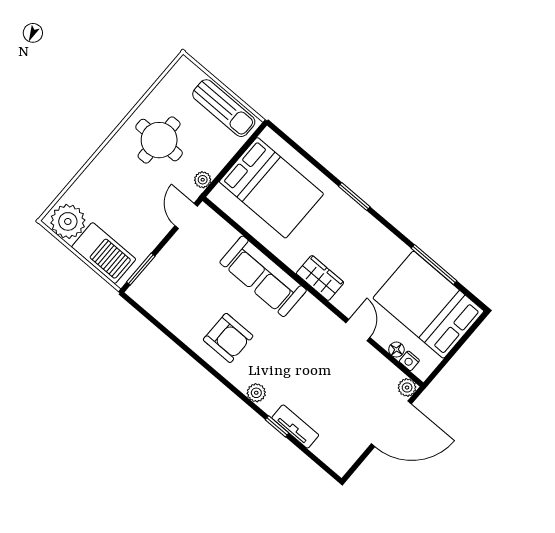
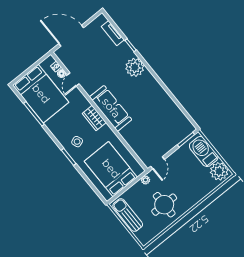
side table: (344, 228) -> (77, 142), added
sofa: (263, 276) -> (111, 108), moved
door: (358, 330) -> (73, 79), moved
armchair: (228, 338) -> (147, 96), removed
plant: (407, 388) -> (60, 53), removed
plant: (256, 393) -> (135, 67), width x1.88, depth x1.88
tv unit: (295, 427) -> (113, 33), moved

